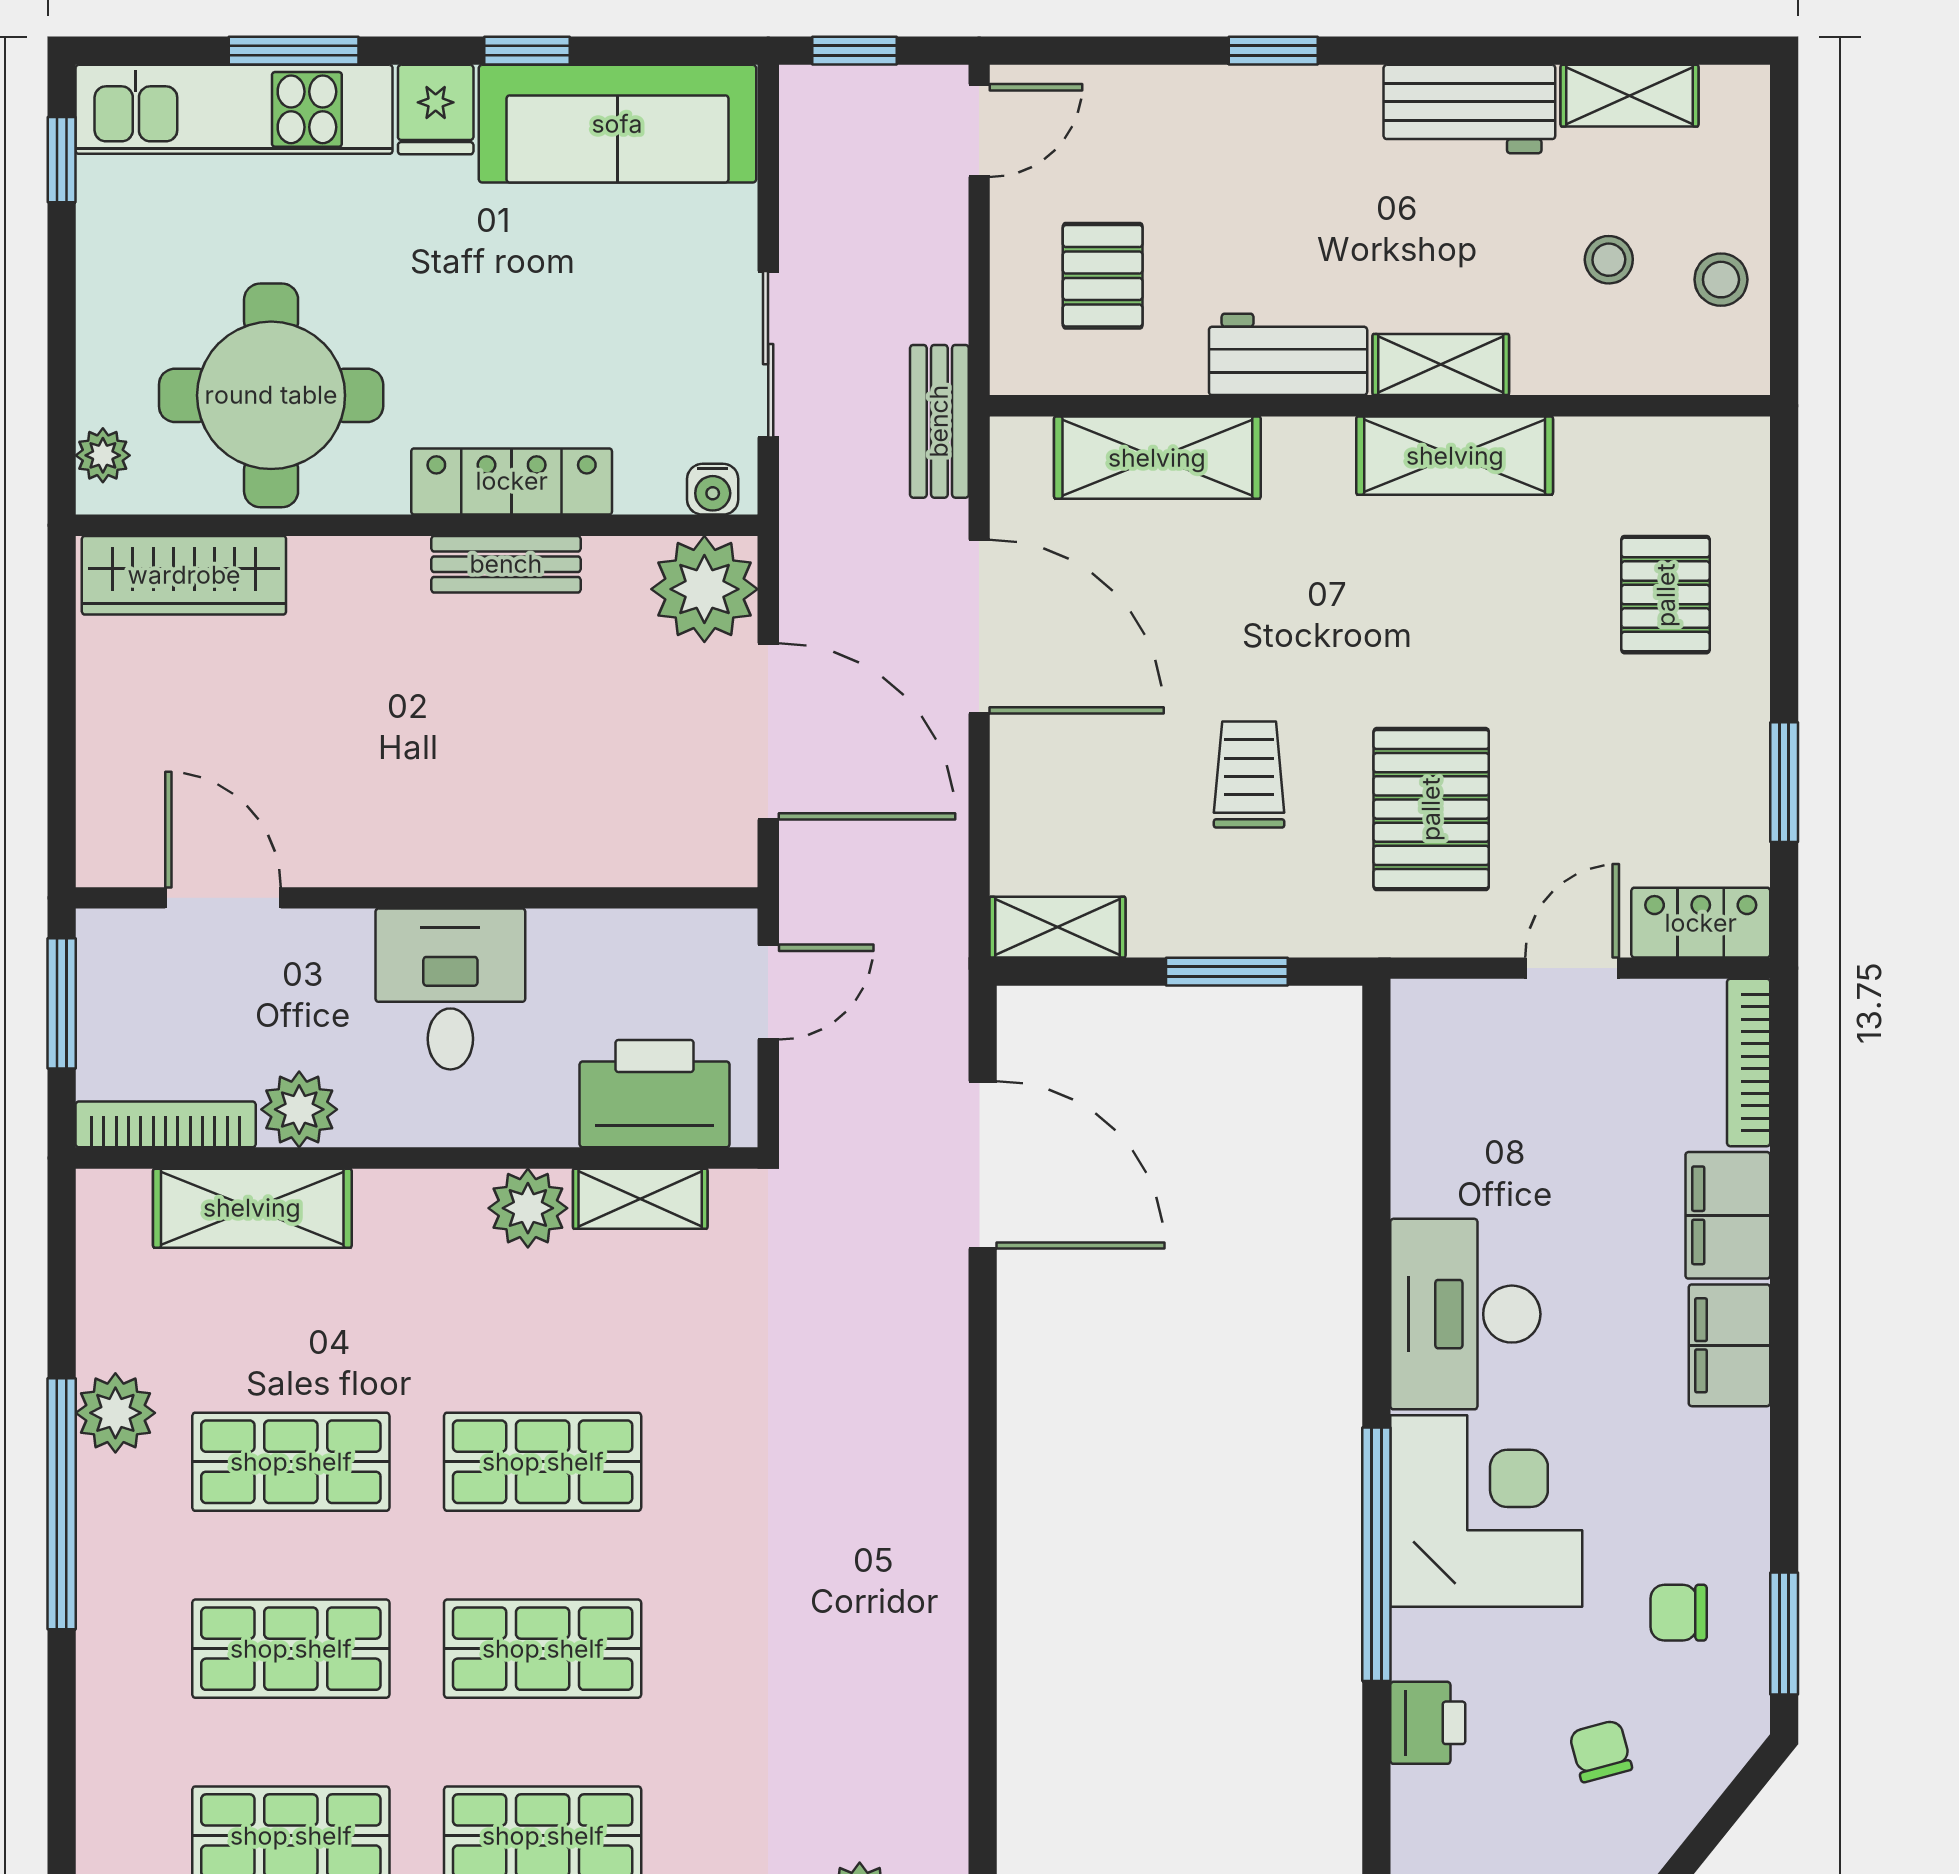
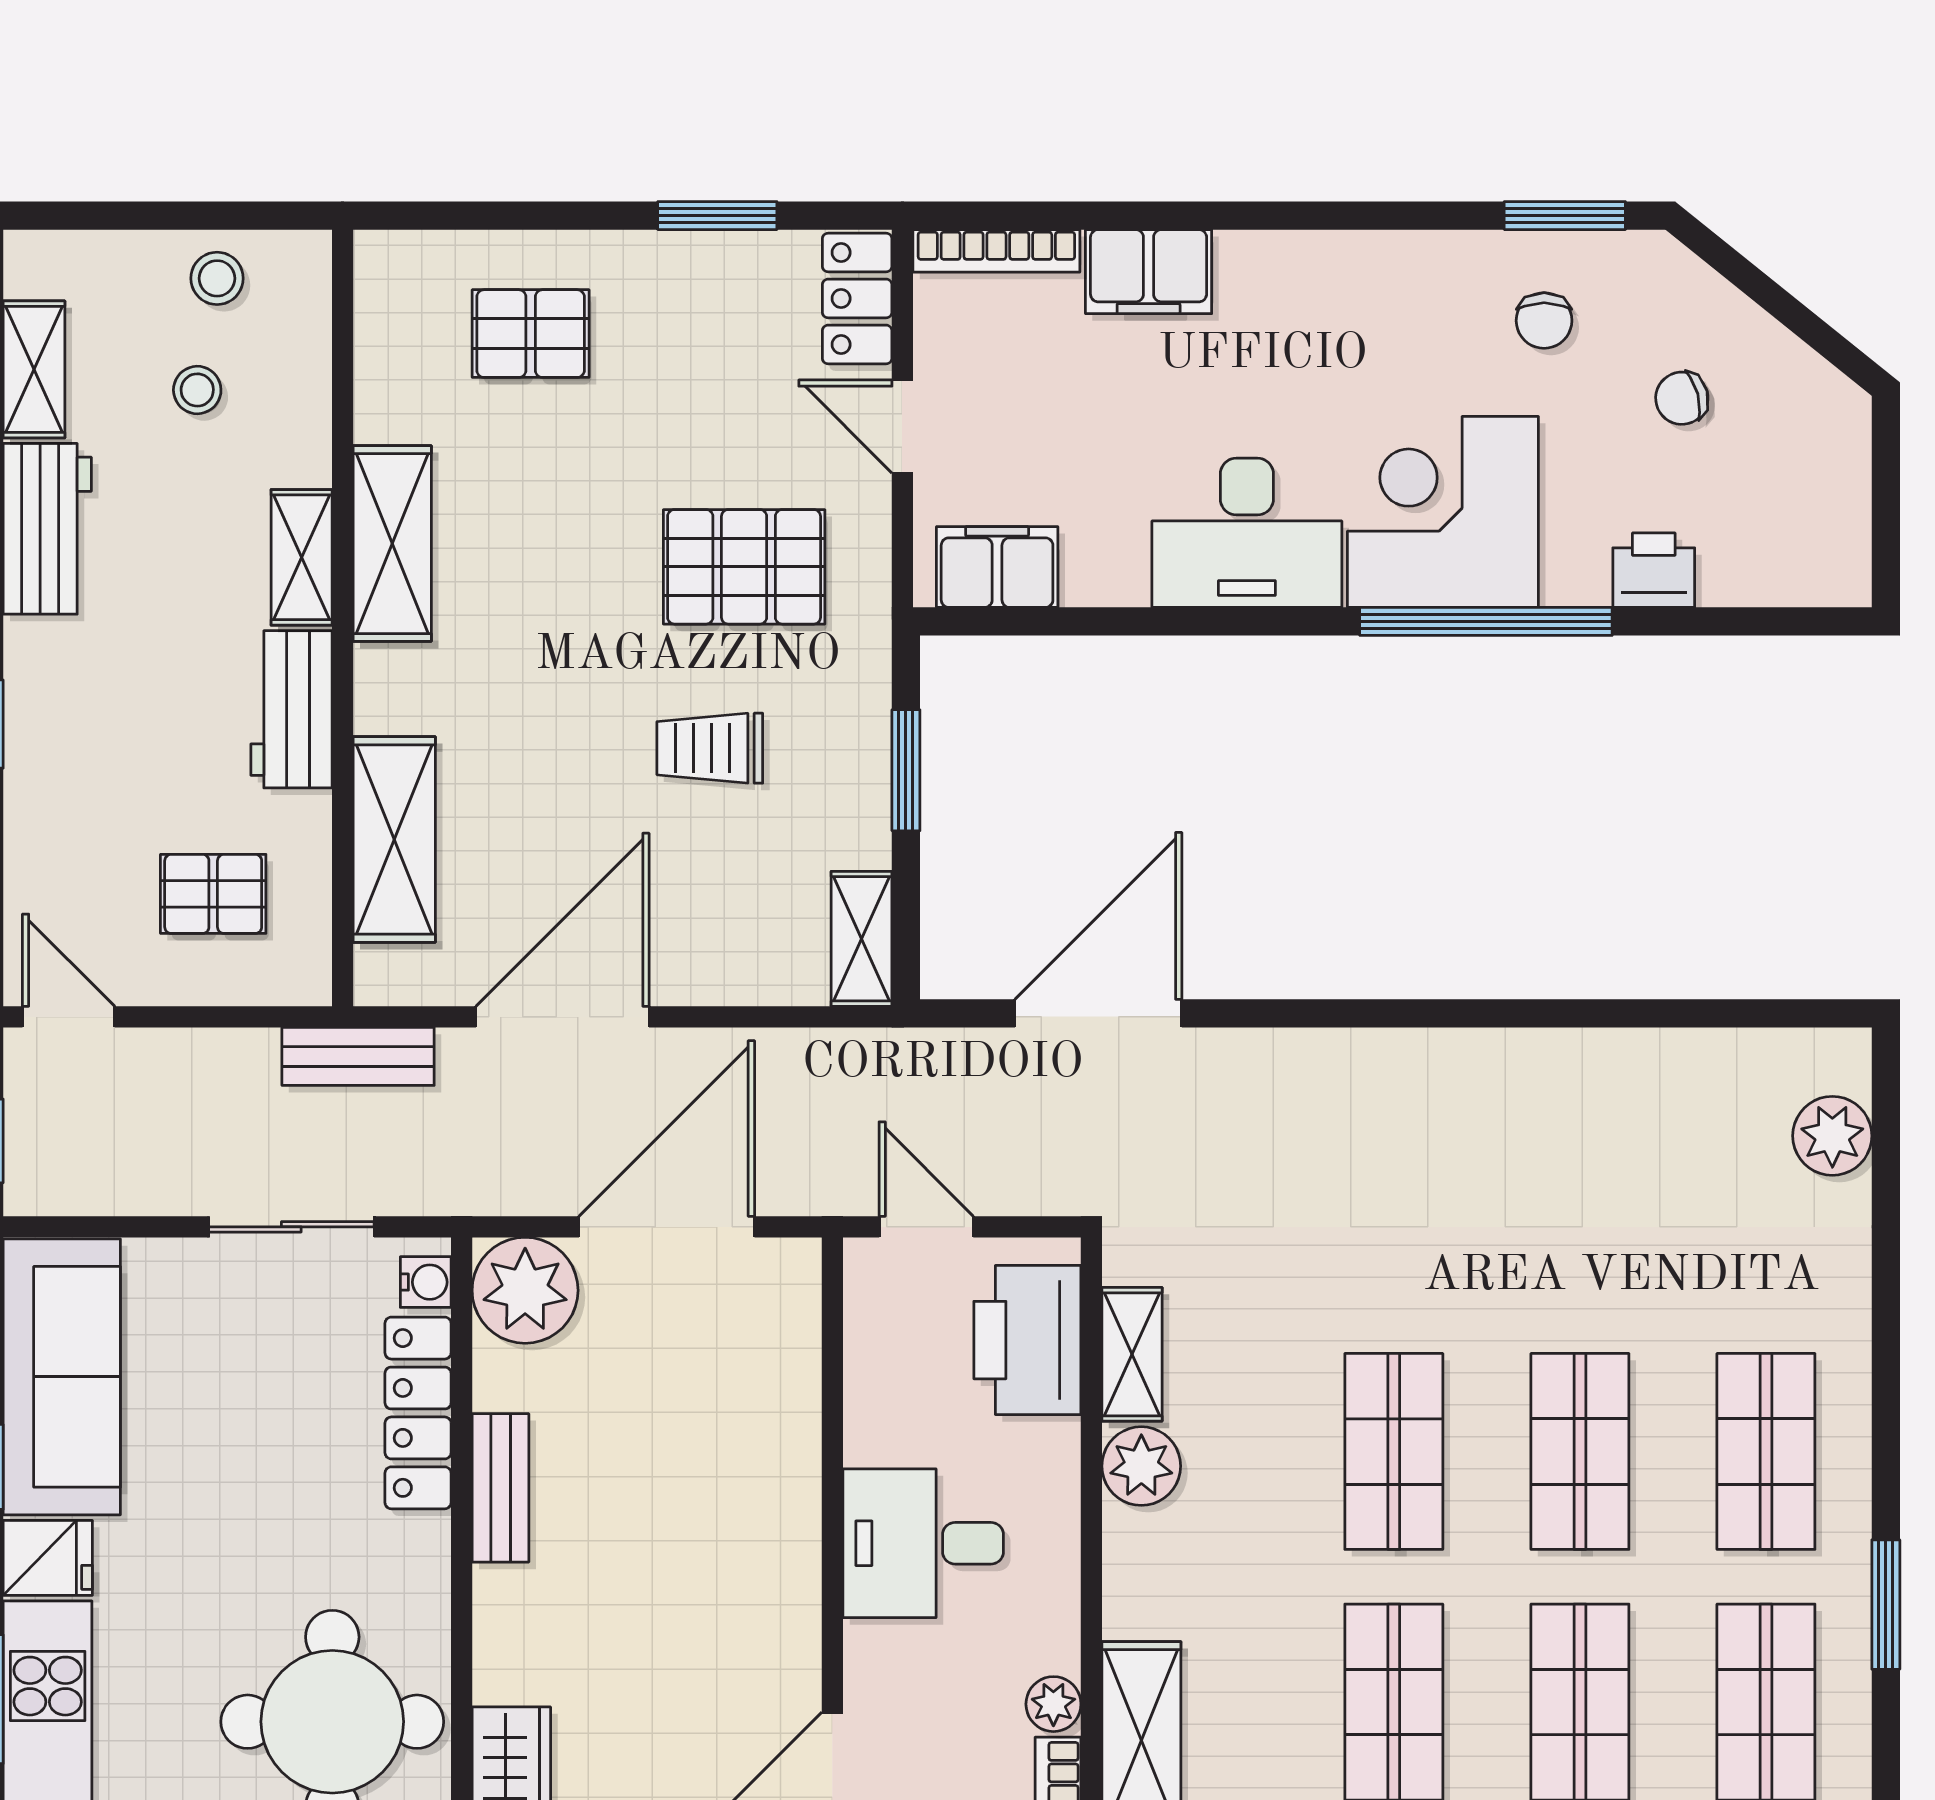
locker: (512, 481) -> (418, 1413), moved
plant: (299, 1109) -> (1053, 1704), width x0.73, depth x0.73
filing cabinet: (1729, 1345) -> (997, 567), moved, turned 180

